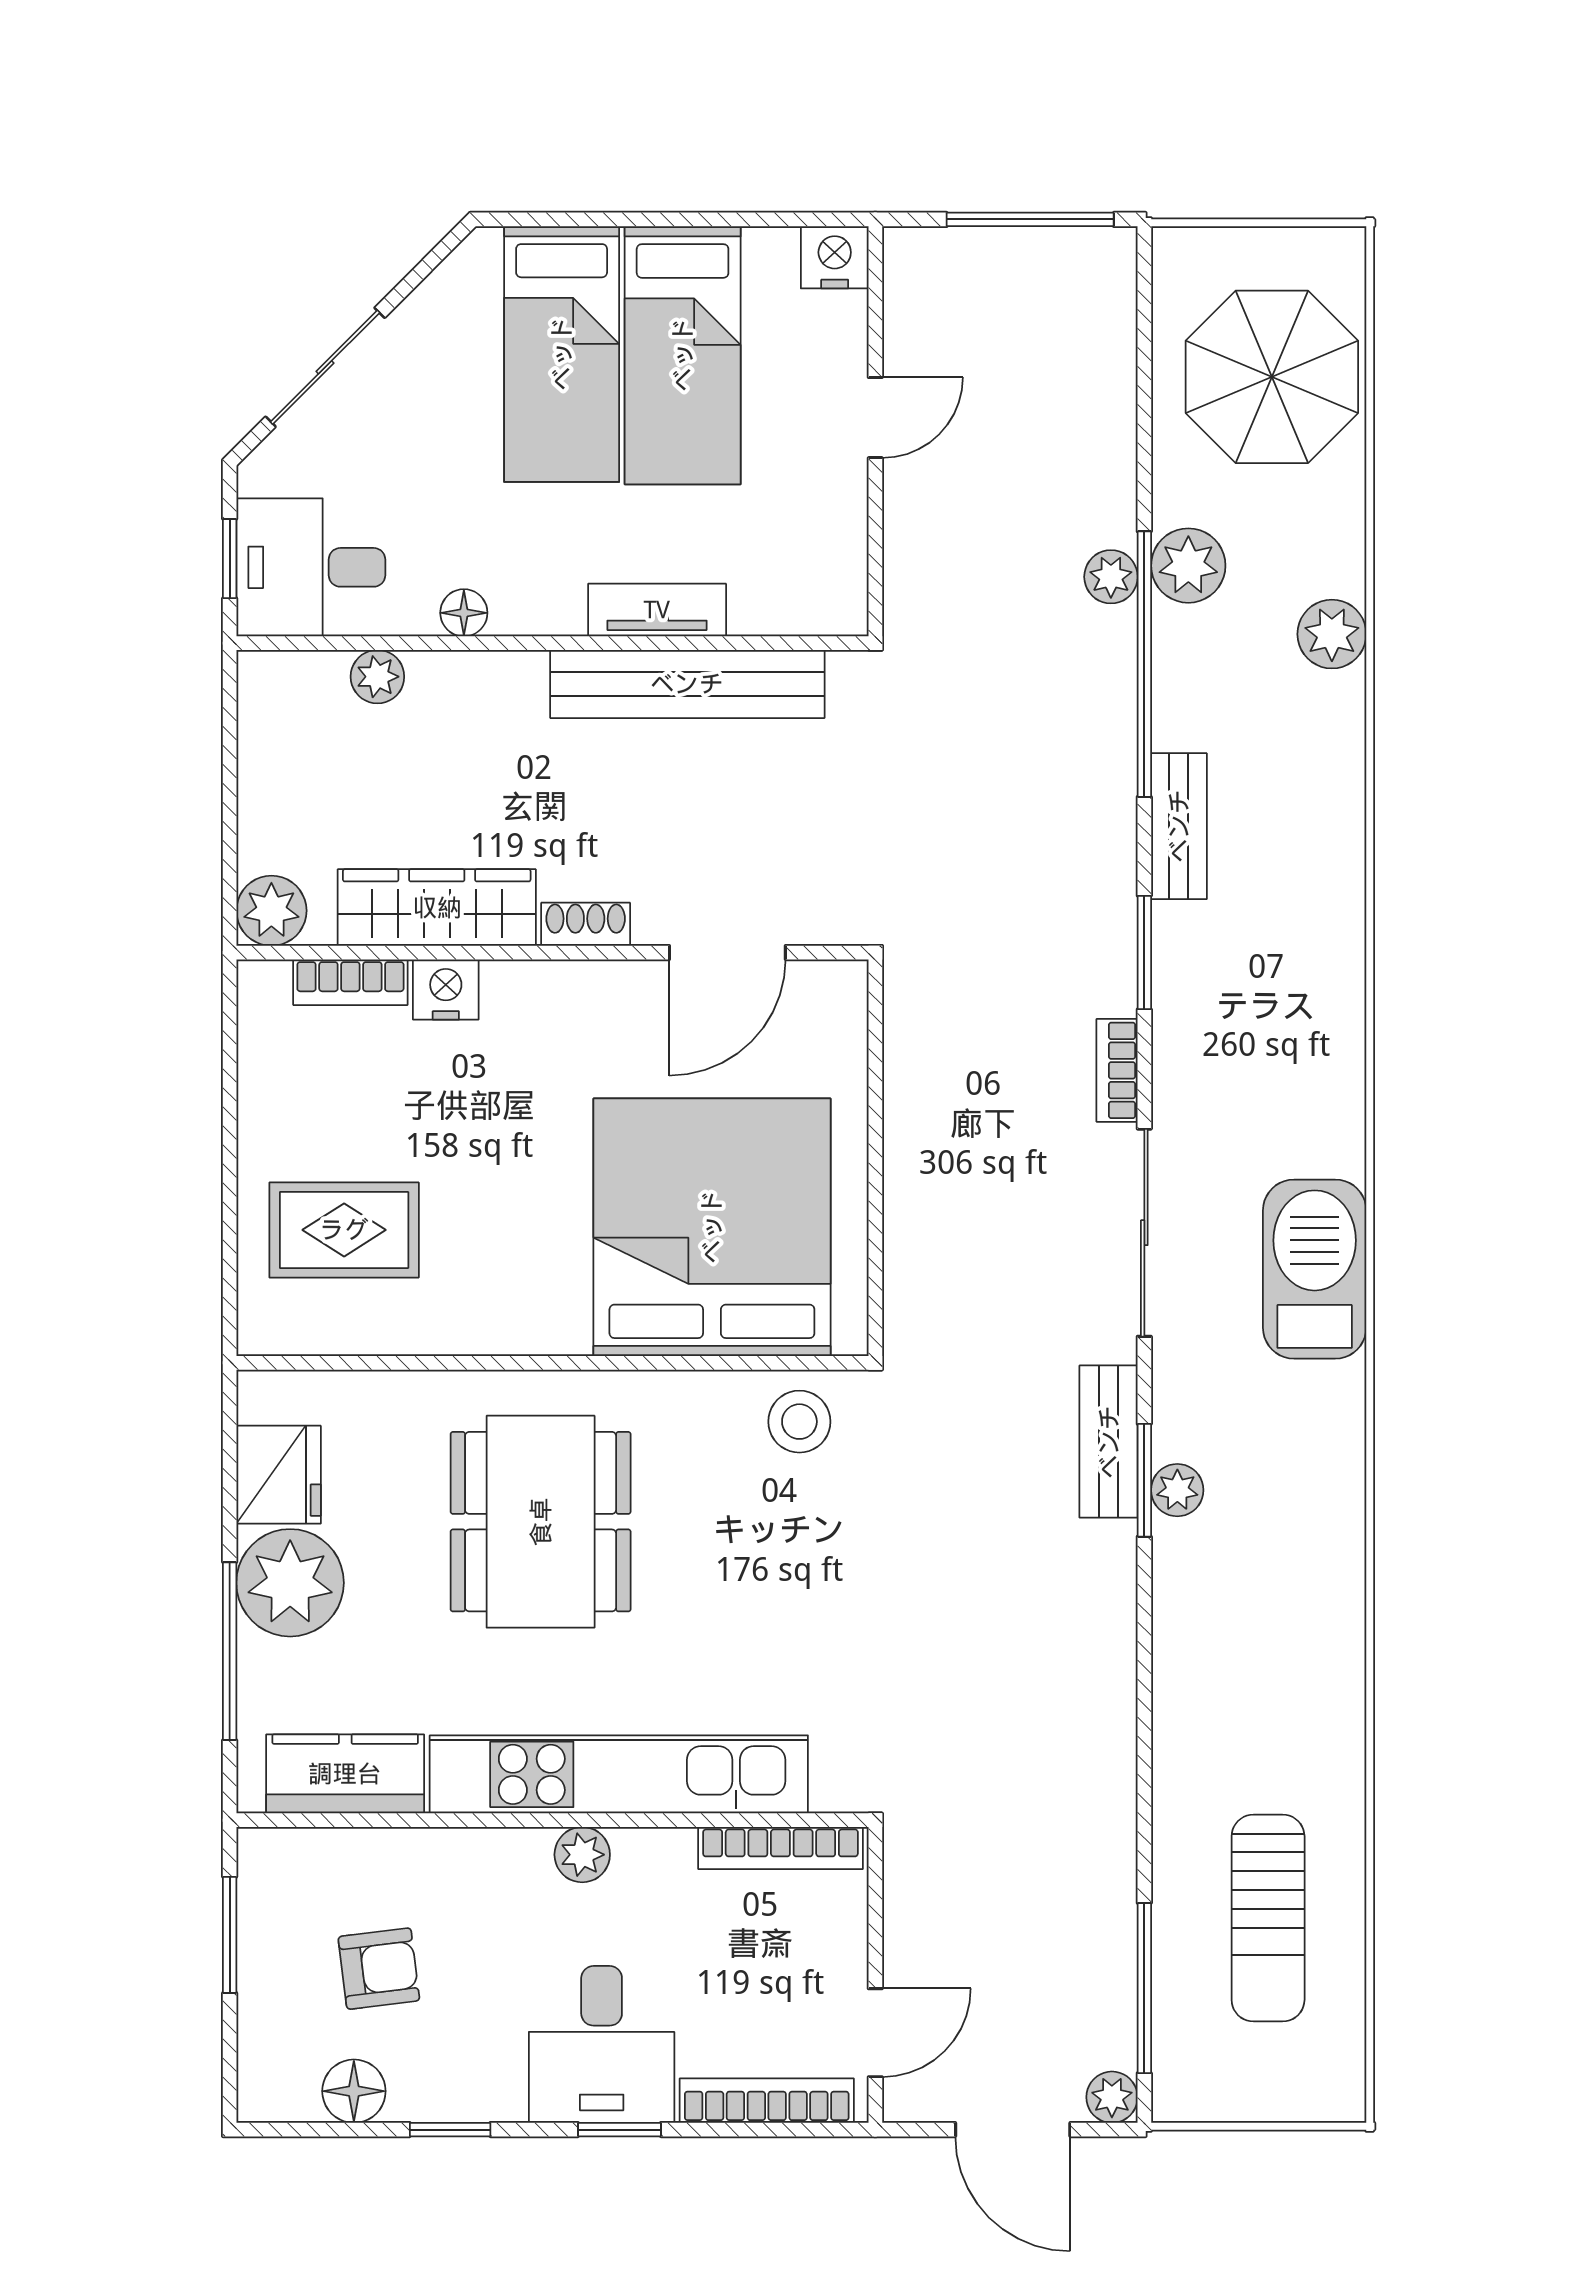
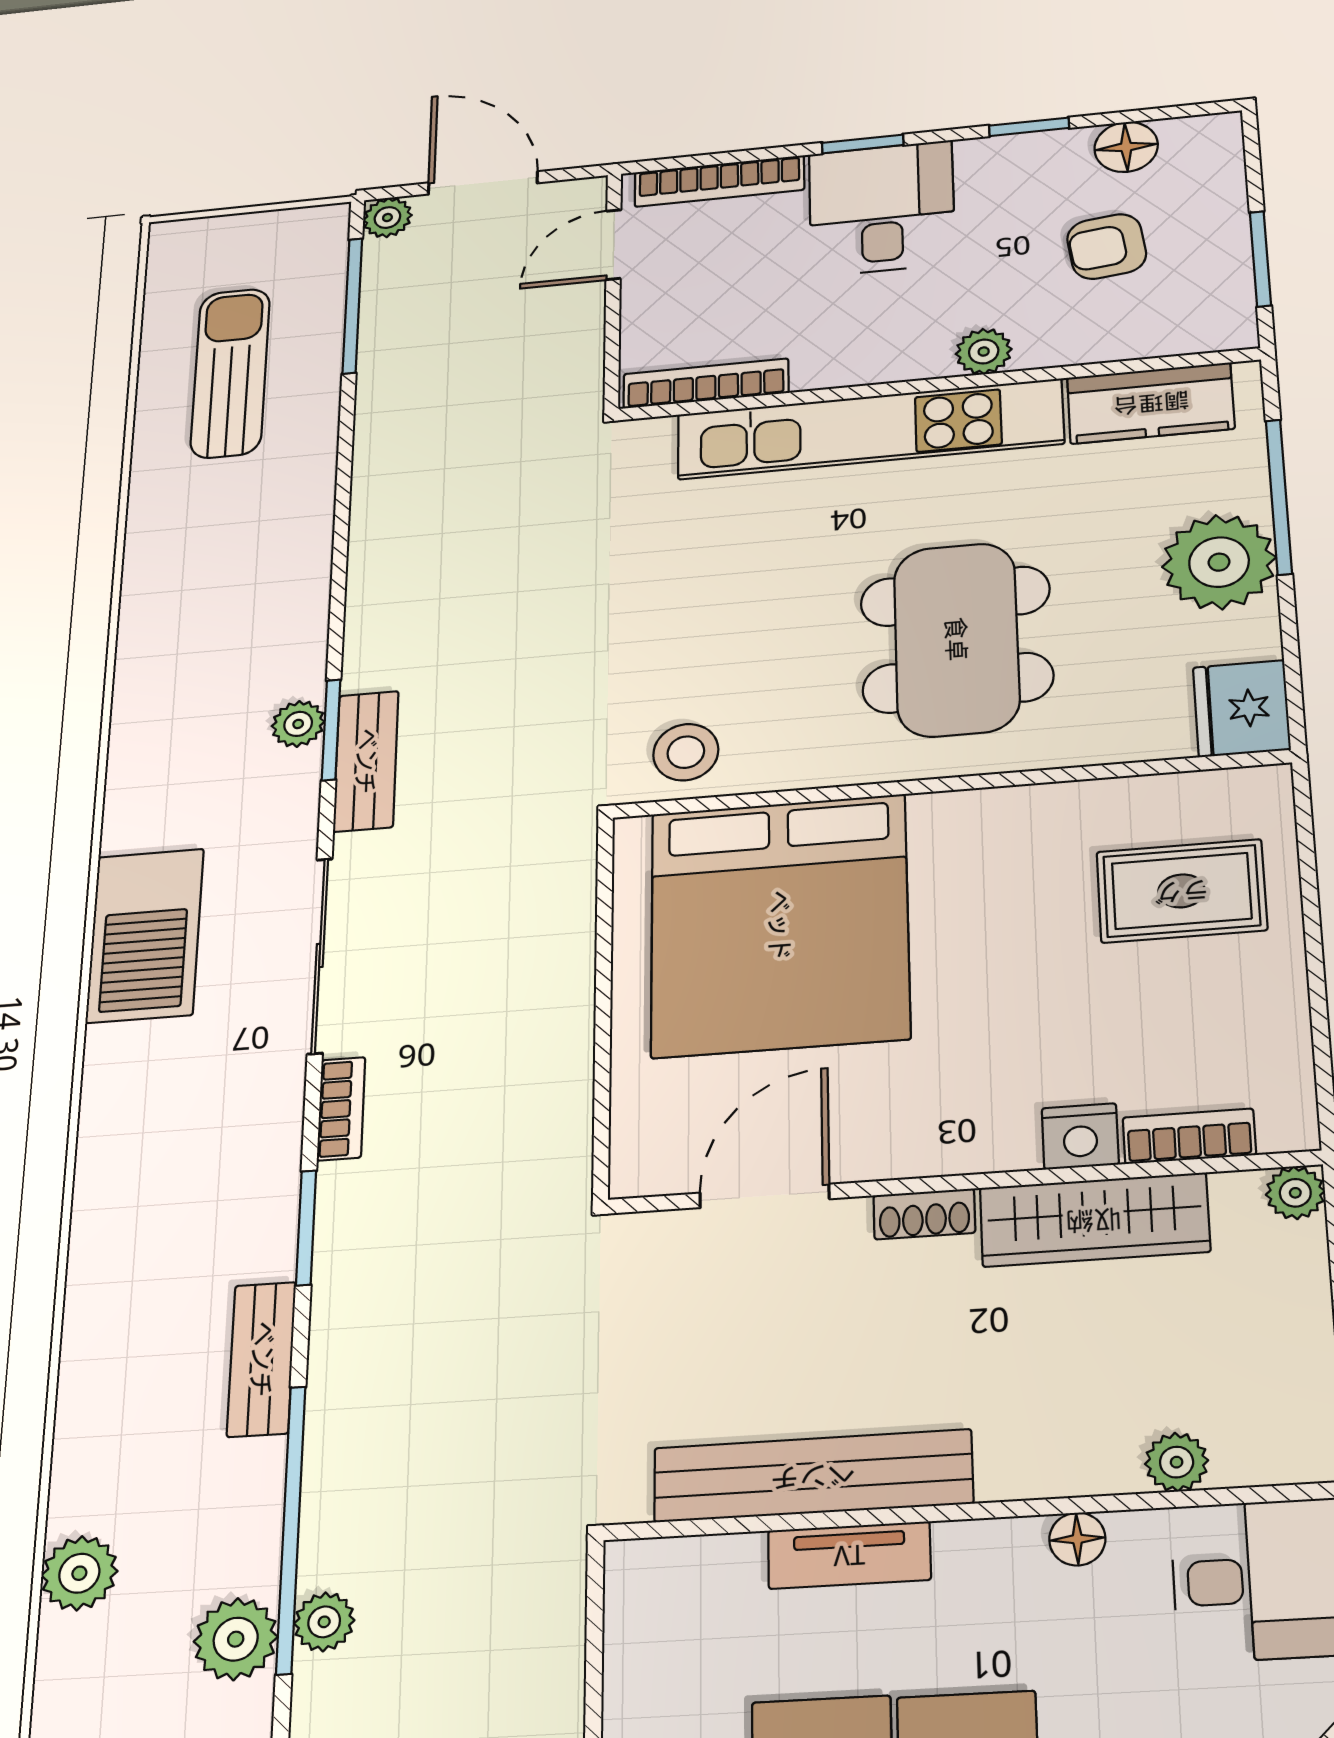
plant: (271, 911) -> (1295, 1193), width x0.73, depth x0.73
fridge: (279, 1475) -> (1242, 708), moved
plant: (582, 1855) -> (984, 352), moved

